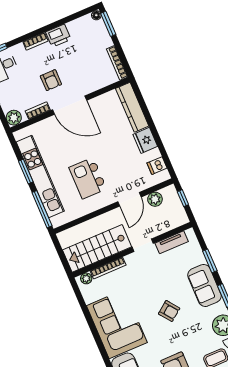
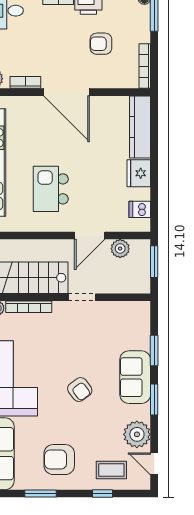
armchair: (51, 80) -> (101, 44), moved, turned 90
window: (183, 198) -> (154, 262), width x1.50
tv unit: (172, 242) -> (118, 309), removed

